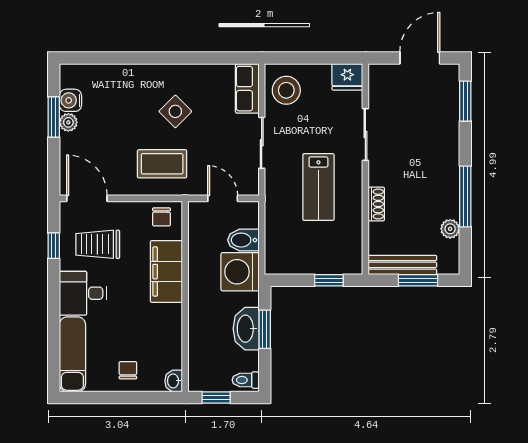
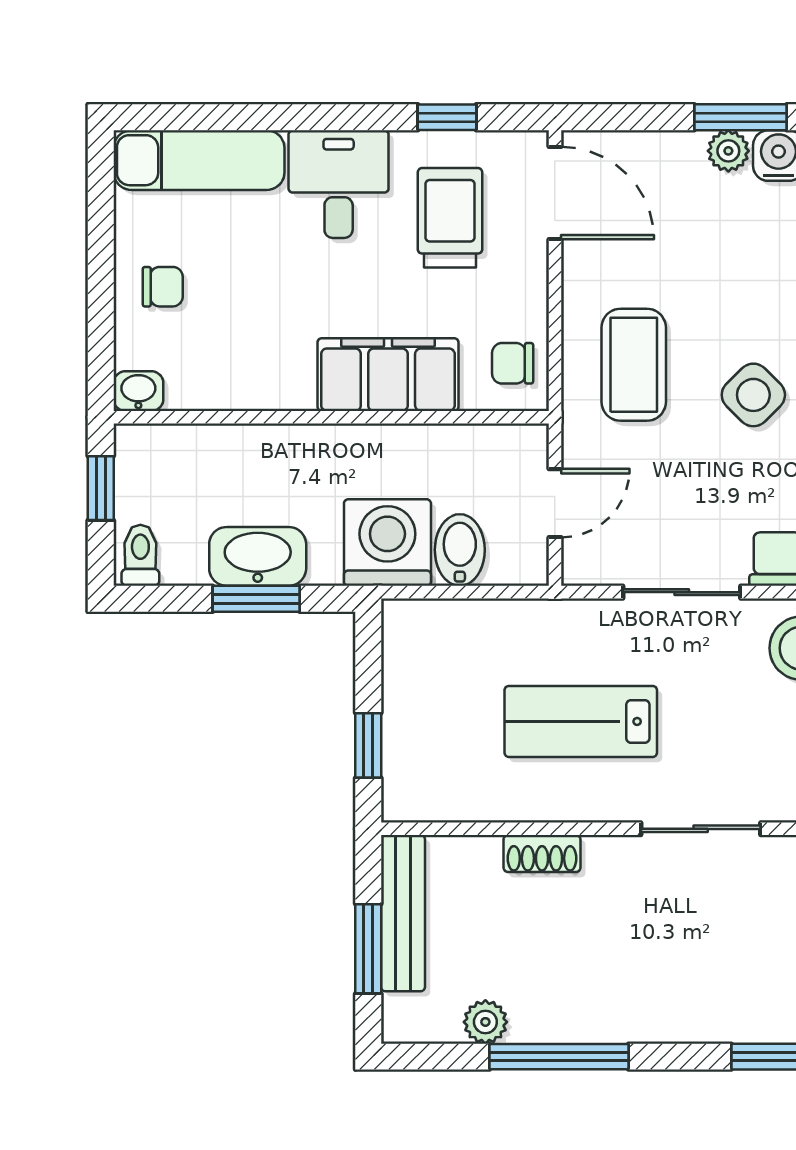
door: (87, 198) -> (555, 193), hinge flipped

